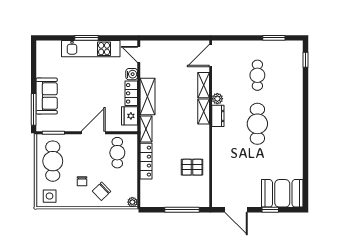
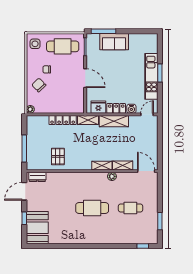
dresser: (218, 116) -> (37, 177), moved
cafe table: (117, 153) -> (69, 97), removed

